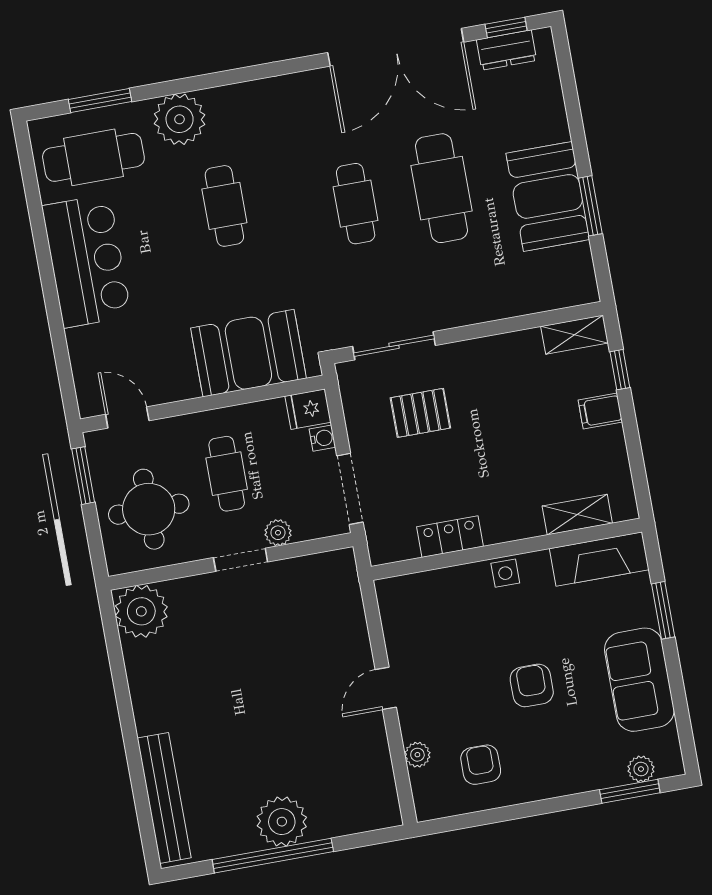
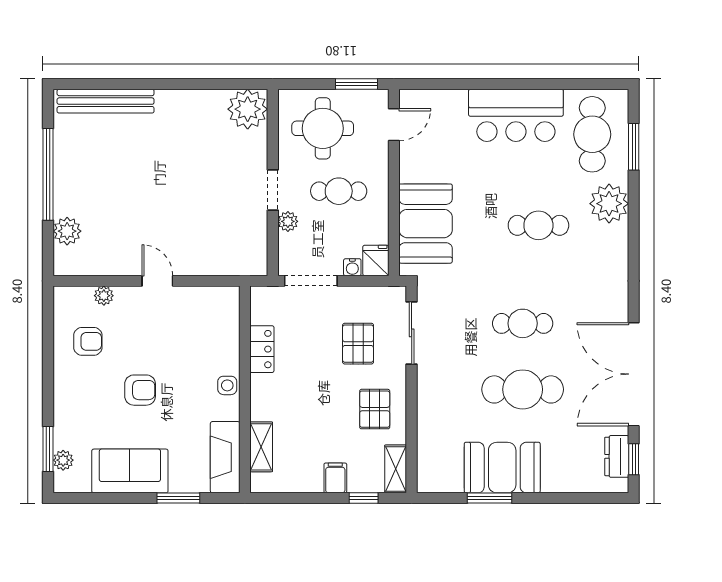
pallet: (502, 376) -> (375, 409), added
plant: (282, 822) -> (67, 231), moved, width x0.73, depth x0.73

